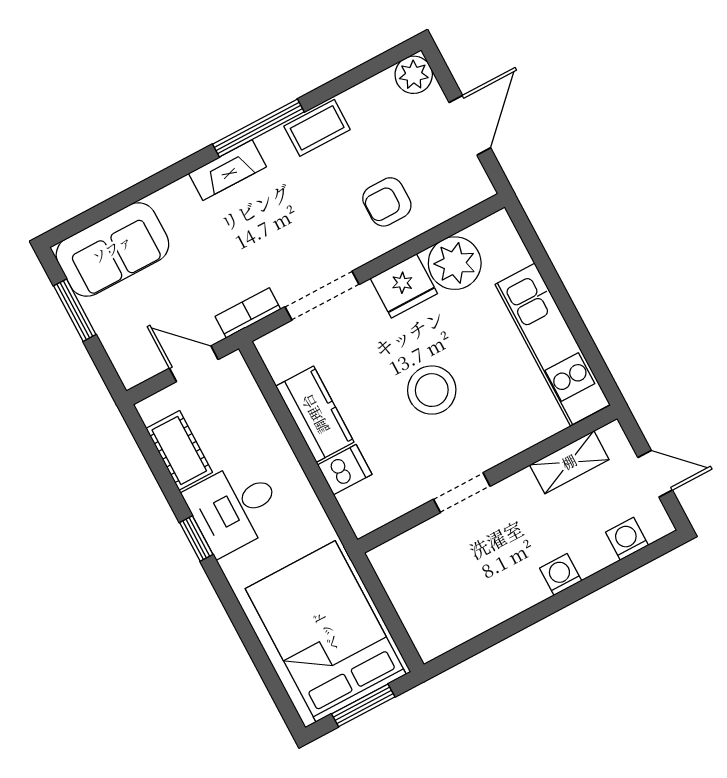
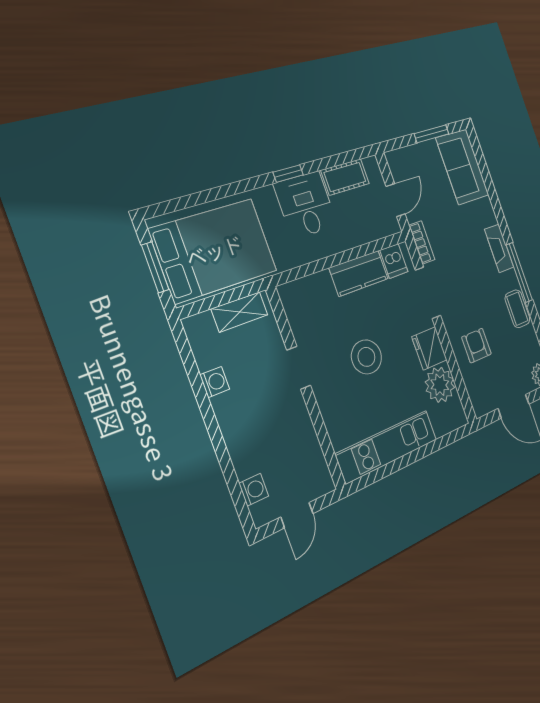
shelving: (569, 462) -> (240, 312), moved, turned 90
dishwasher: (345, 470) -> (394, 261), moved
washing machine: (561, 574) -> (215, 382), moved

